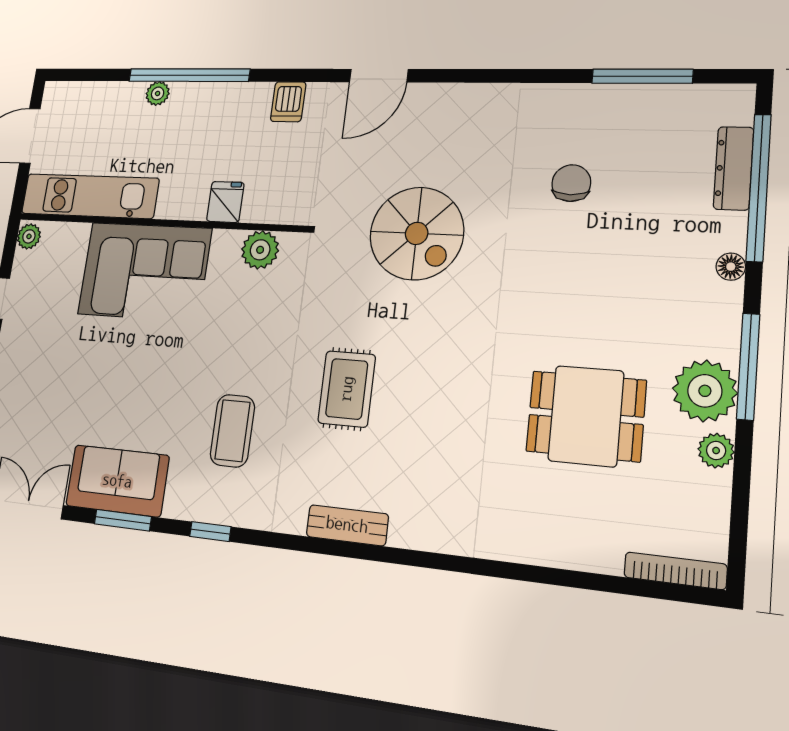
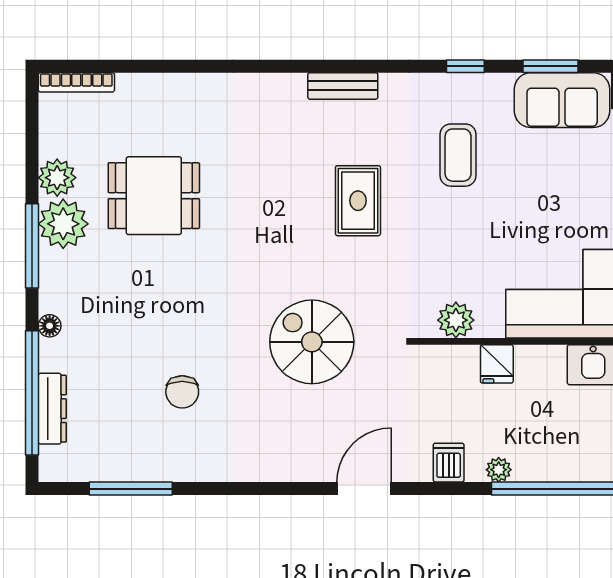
plant: (158, 93) -> (499, 470), moved
plant: (716, 451) -> (57, 178), width x1.38, depth x1.38

